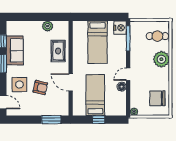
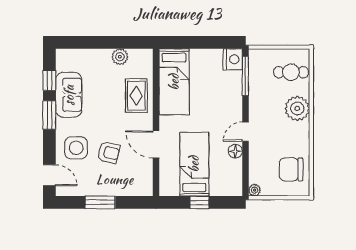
bed: (98, 42) -> (174, 82), moved
window: (51, 120) -> (100, 202), moved

